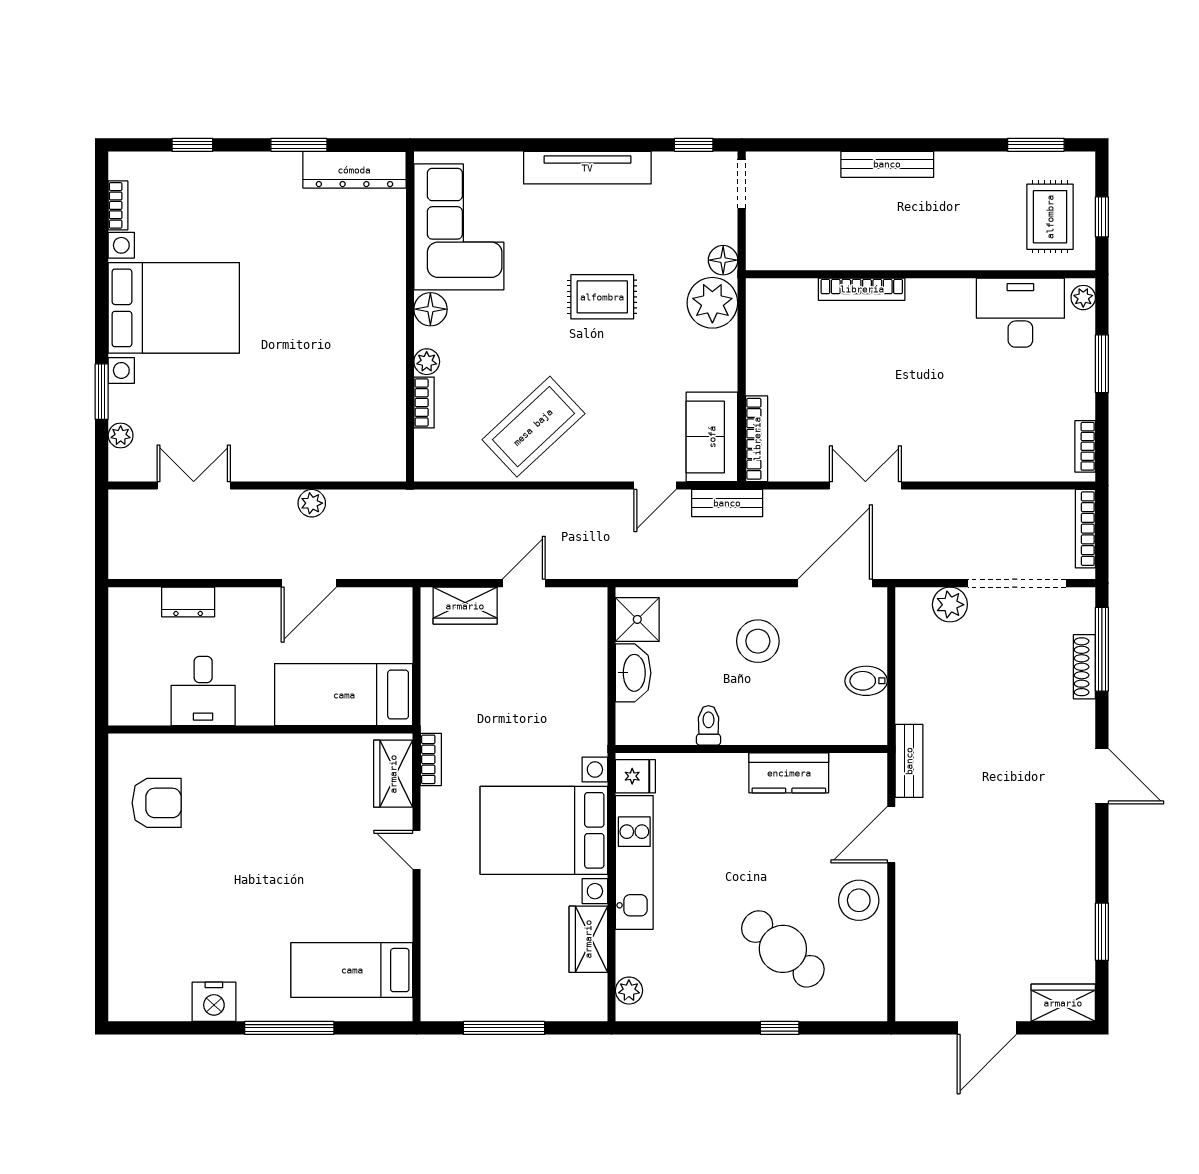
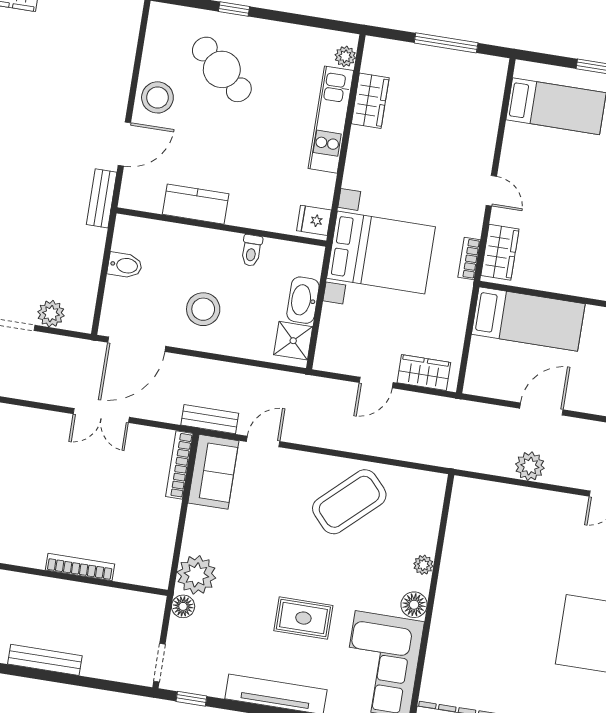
rug: (602, 297) -> (303, 618), moved
bookcase: (424, 403) -> (430, 534), removed
plant: (312, 503) -> (530, 466), width x1.38, depth x1.38
bed with nightstands: (544, 830) -> (381, 252), moved
kitchen unit: (634, 862) -> (331, 120), moved

